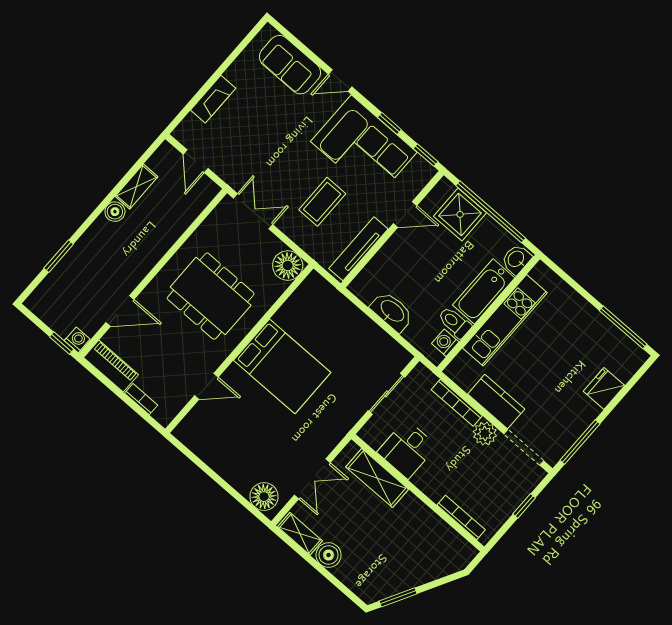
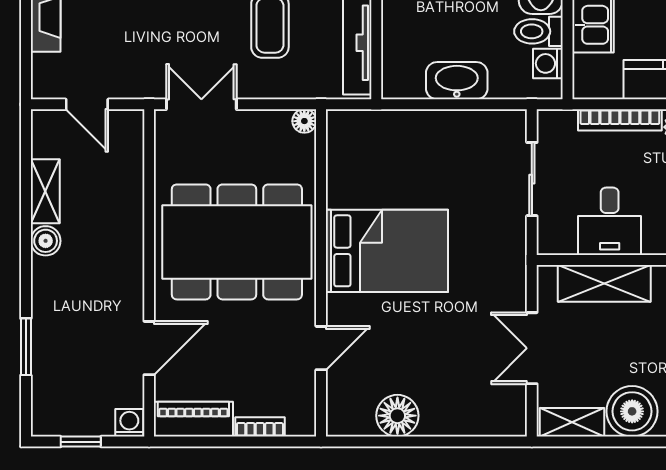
floor lamp: (288, 266) -> (304, 121), width x0.53, depth x0.53
dining table: (211, 296) -> (237, 242), width x1.36, depth x1.24
window: (62, 343) -> (81, 442), moved
double door: (312, 479) -> (532, 348), swing flipped
floor lamp: (264, 497) -> (397, 416), moved
boiler: (329, 555) -> (632, 411), width x1.37, depth x1.37

